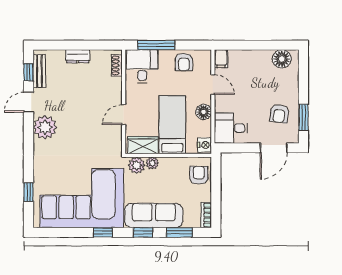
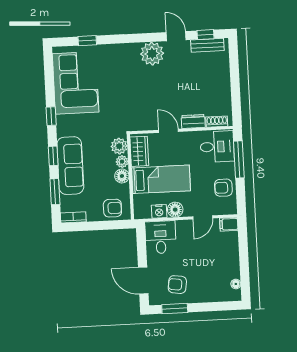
dresser: (78, 56) -> (193, 121), moved, turned 90
floor lamp: (282, 59) -> (236, 284), width x0.53, depth x0.53
nightstand: (204, 145) -> (159, 211), moved
floor lamp: (167, 164) -> (122, 176), added
corner sofa: (82, 198) -> (76, 83), width x0.73, depth x0.74

